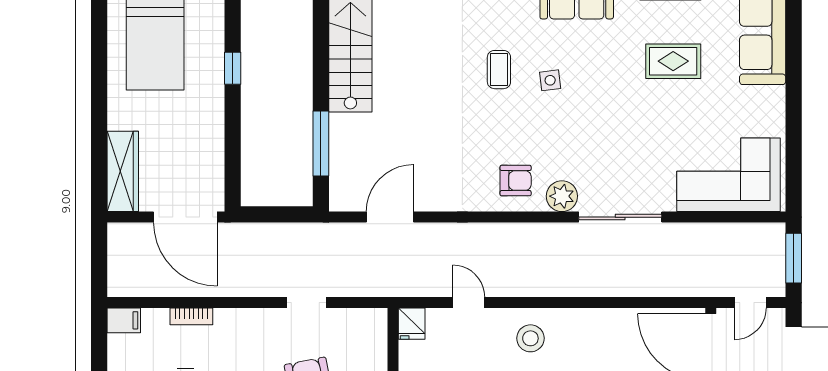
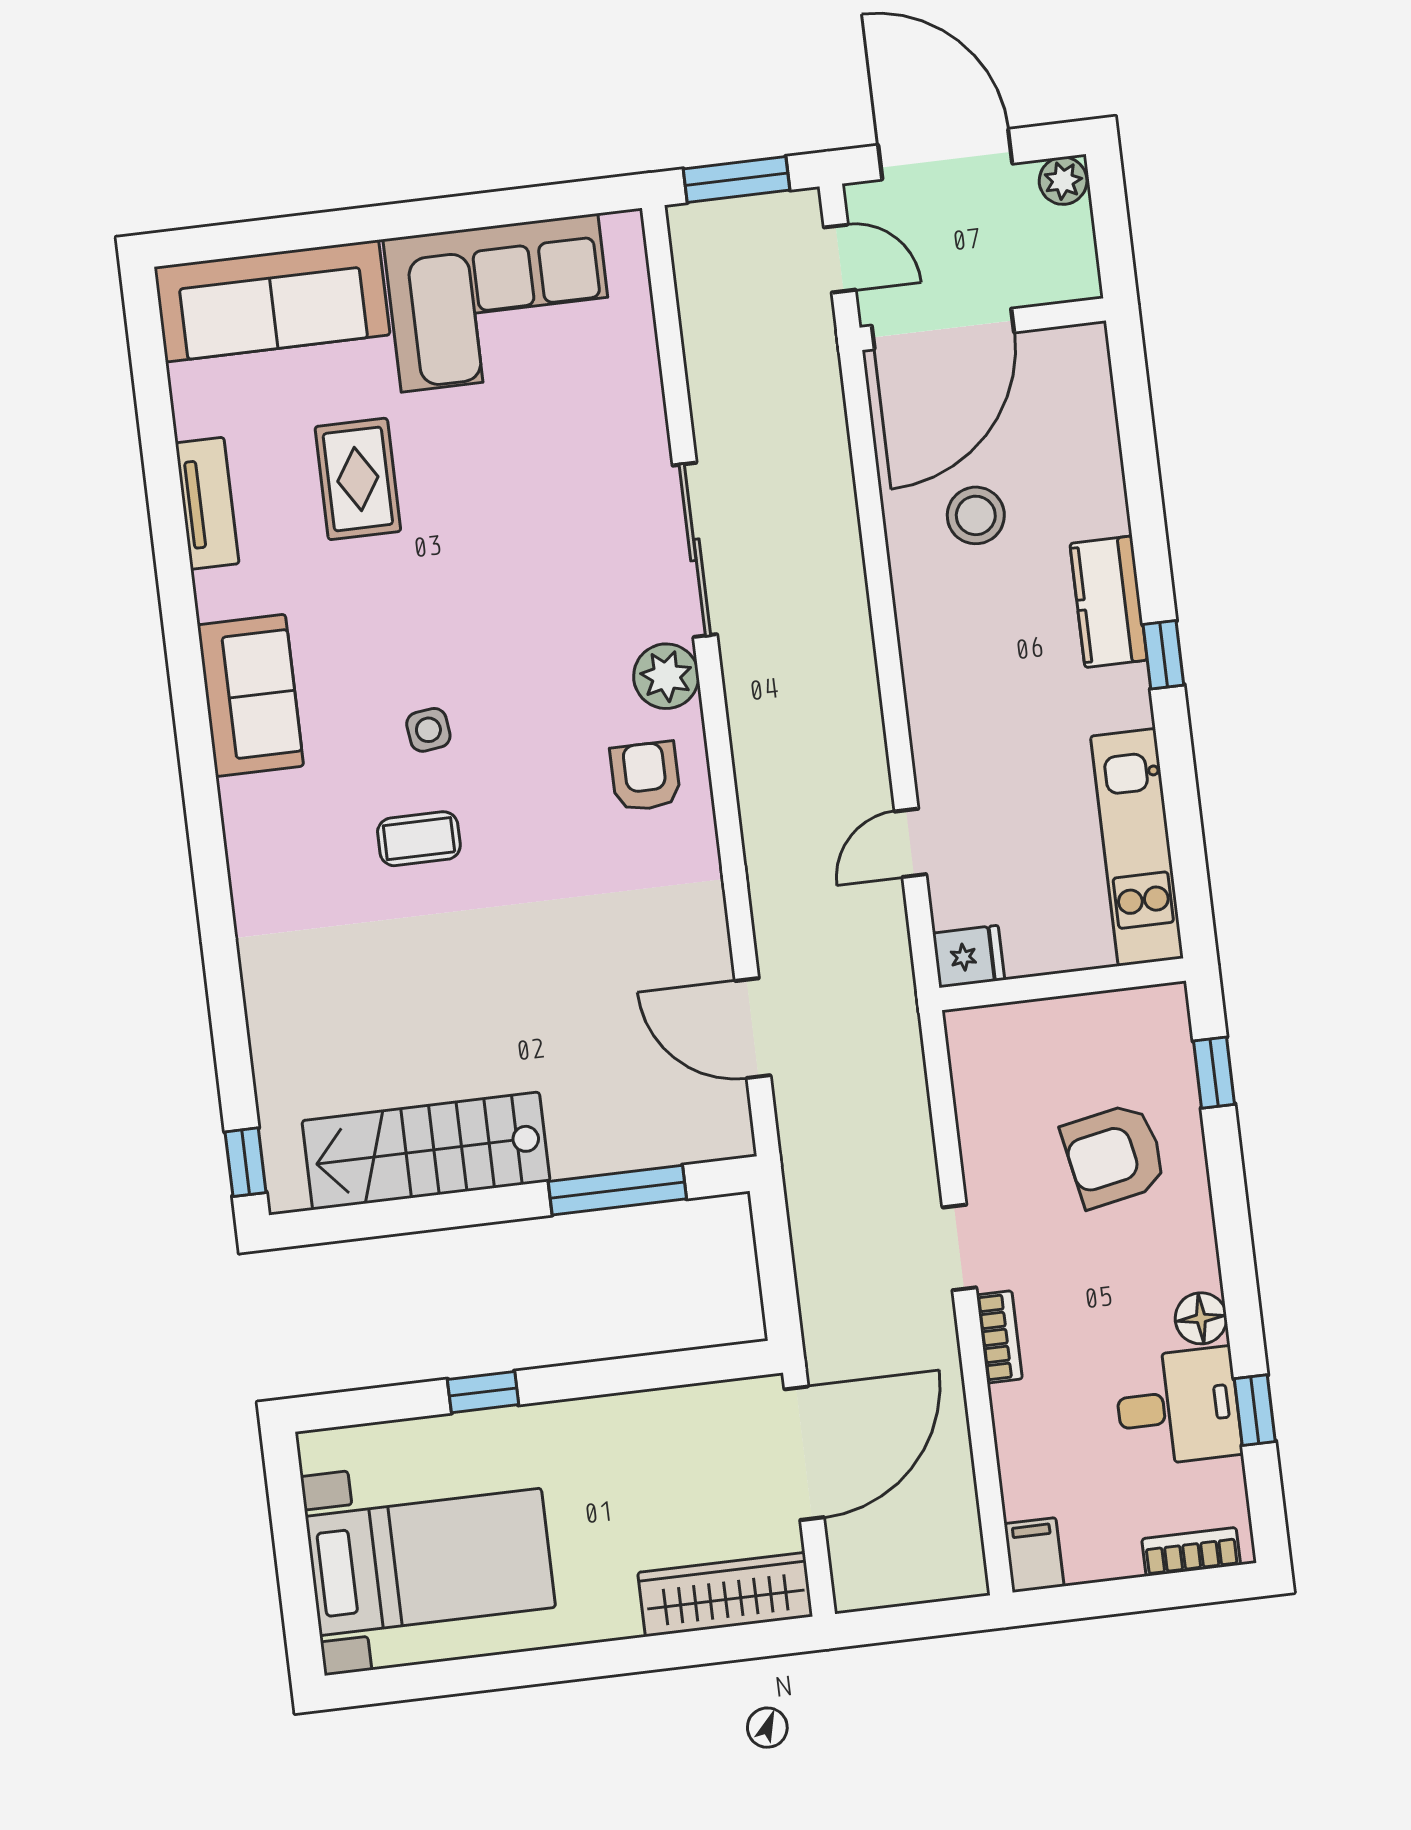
corner sofa: (729, 175) -> (499, 303), moved, turned -90
doorway: (307, 303) -> (959, 1247), moved
bookcase: (191, 316) -> (999, 1337), moved
stool: (530, 338) -> (976, 515), moved

